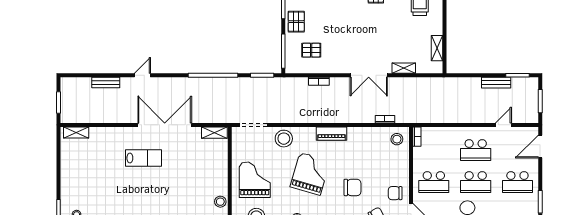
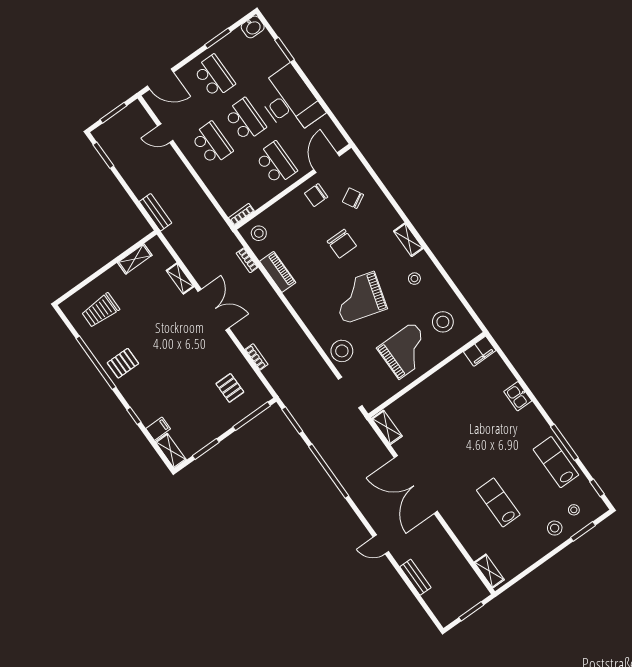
pallet: (296, 22) -> (211, 425), removed
bench: (496, 83) -> (155, 212), moved
piano: (332, 134) -> (278, 272), moved
lab bench: (144, 158) -> (498, 502), moved
grand piano: (255, 180) -> (406, 351), turned 180
chair: (352, 187) -> (342, 244), turned 180
chair: (395, 193) -> (316, 195), turned 90
stool: (220, 202) -> (555, 528), moved

